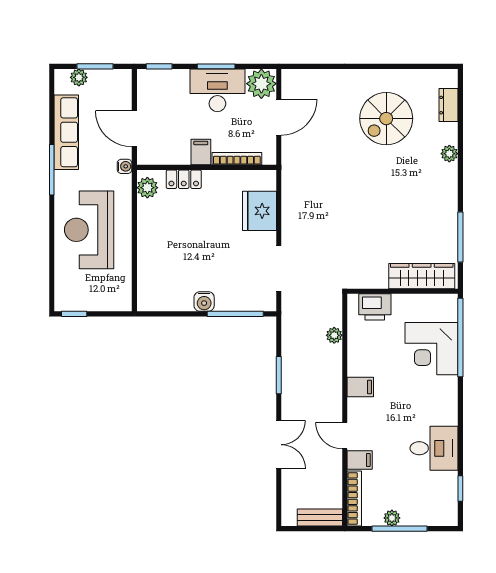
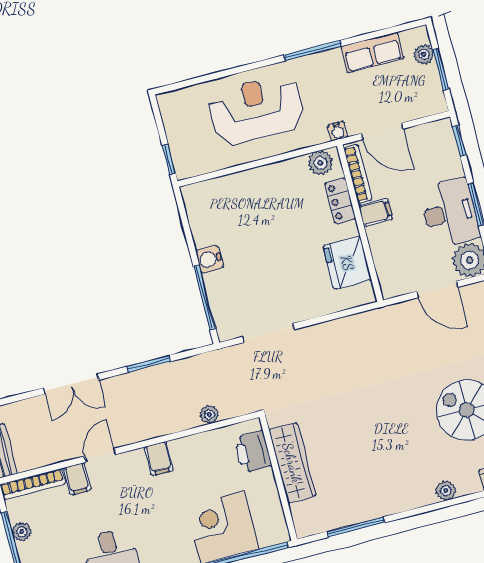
door: (134, 129) -> (382, 131), swing flipped
row of seats: (66, 132) -> (372, 53), width x0.68
bookcase: (237, 159) -> (358, 174), moved
fridge: (259, 211) -> (347, 263), moved, turned -90
wardrobe: (422, 276) -> (292, 463), moved
window: (74, 314) -> (169, 159), moved

